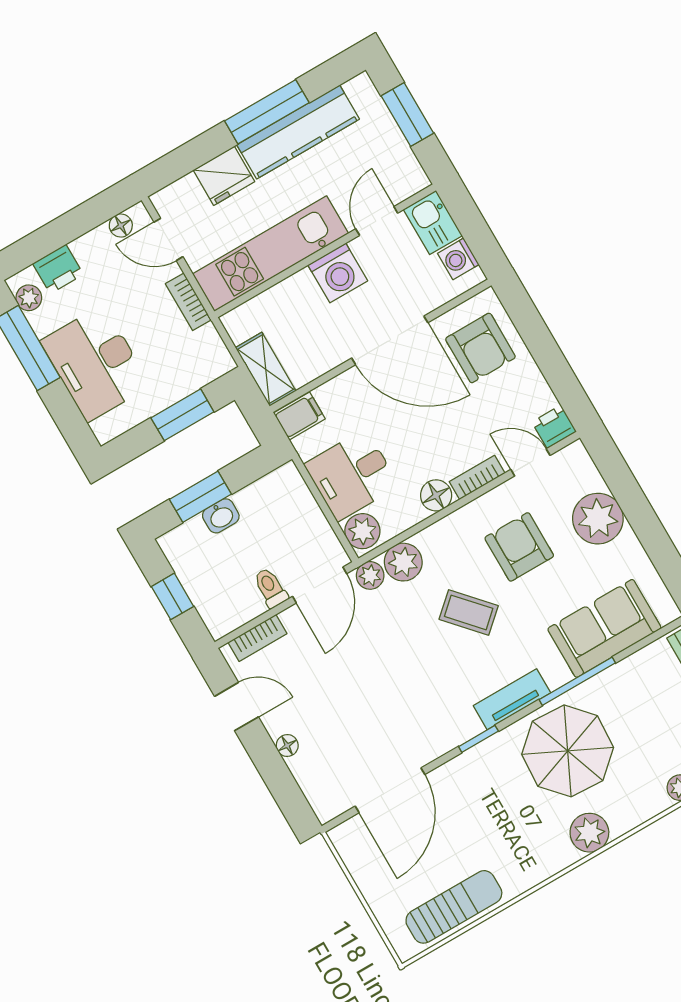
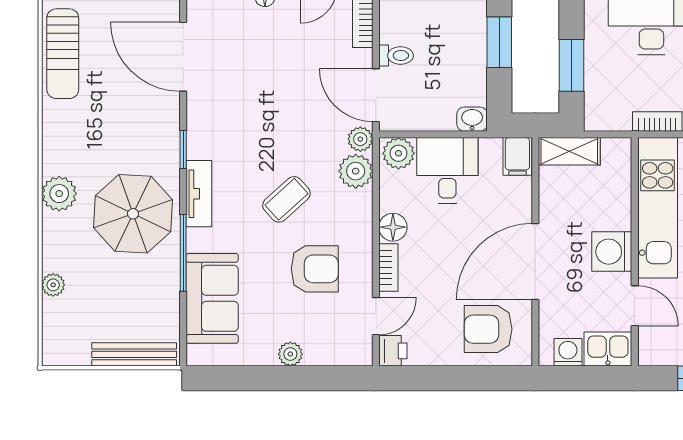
washbasin: (221, 516) -> (472, 119), moved, turned 90
plant: (598, 519) -> (290, 354), width x0.53, depth x0.53

